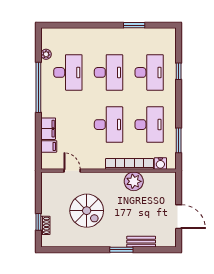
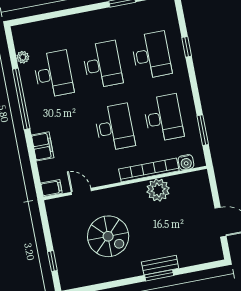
filing cabinet: (49, 146) -> (51, 188), moved
shoe rack: (45, 225) -> (62, 264), removed
bench: (141, 242) -> (160, 265), moved

